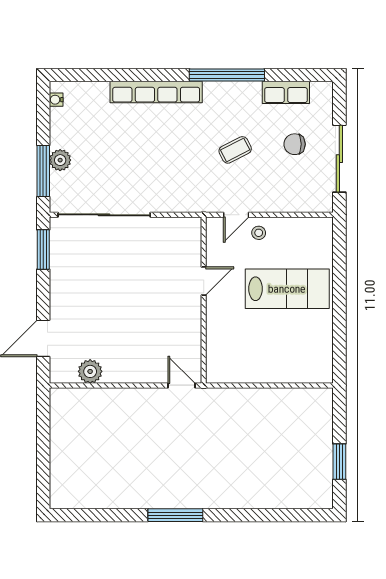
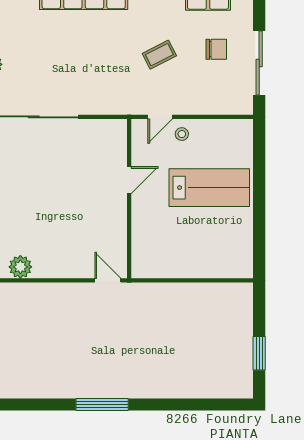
chair: (295, 144) -> (216, 49), turned 180

